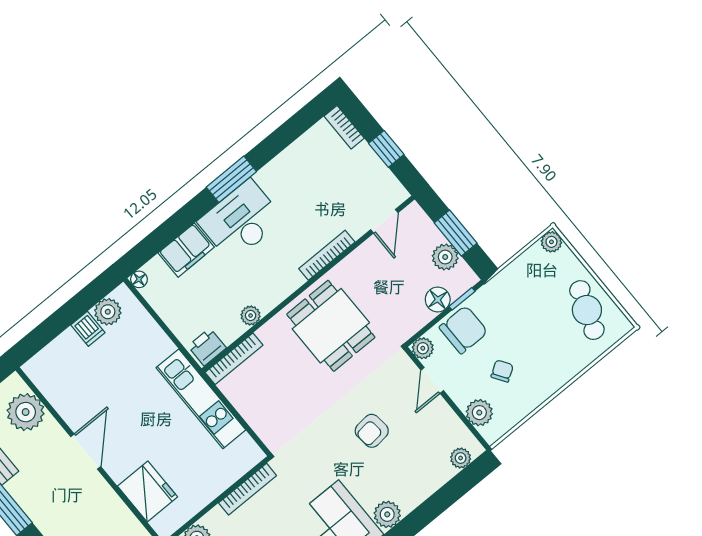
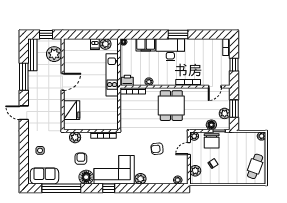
chair: (463, 330) -> (212, 141), turned 90
kitchen unit: (201, 399) -> (112, 75), moved

